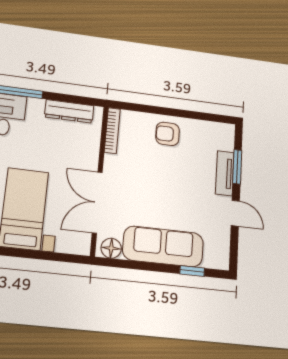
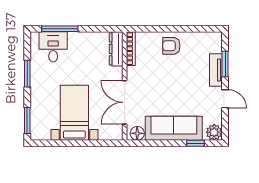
dresser: (69, 111) -> (116, 49), moved, turned 90
plant: (219, 258) -> (214, 132), added

